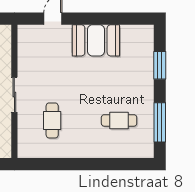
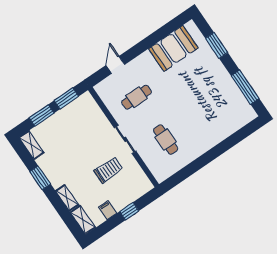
booth: (96, 40) -> (173, 48), moved
cafe table: (119, 120) -> (137, 97), moved

